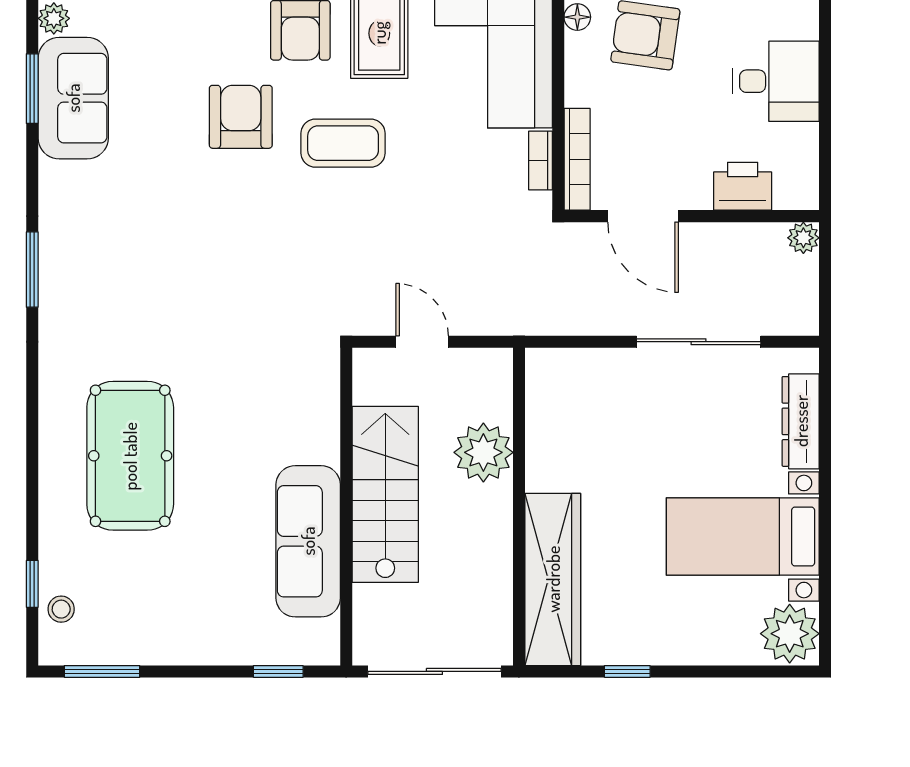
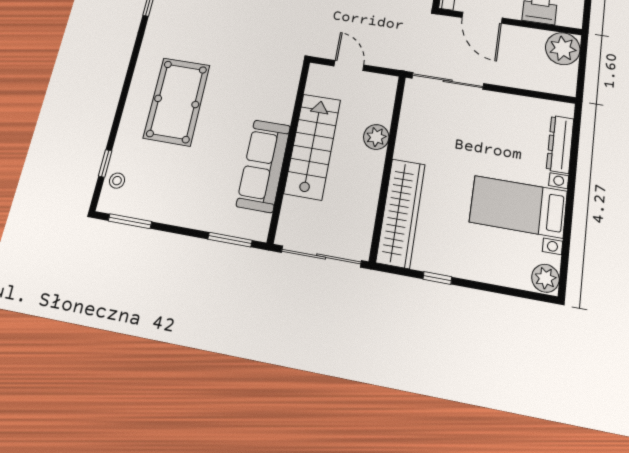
plant: (803, 238) -> (563, 49), width x1.88, depth x1.88
sliding door: (699, 342) -> (448, 81), moved
plant: (483, 452) -> (376, 137), width x0.73, depth x0.73
plant: (790, 634) -> (545, 278), width x0.73, depth x0.73
window: (278, 671) -> (230, 240), width x1.50

